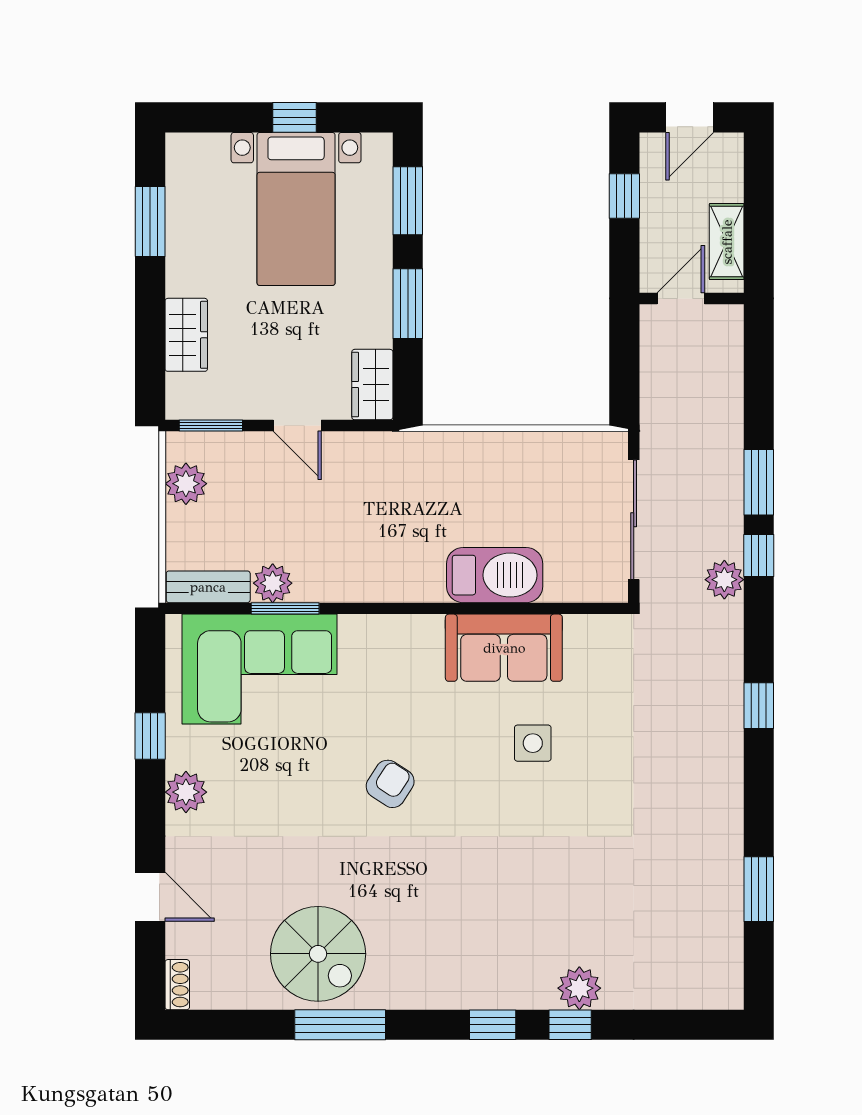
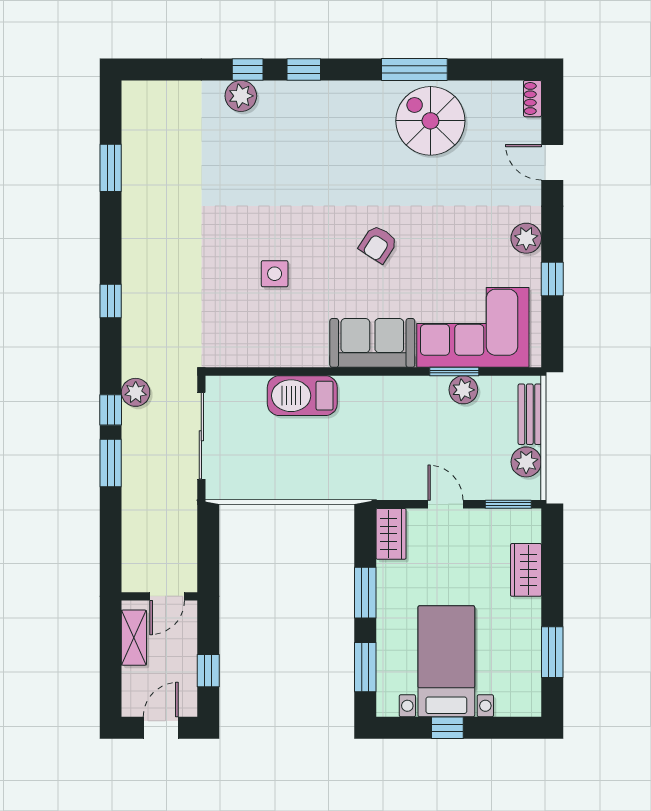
bench: (208, 587) -> (530, 414), moved, turned 90
sofa: (504, 648) -> (372, 343), moved

